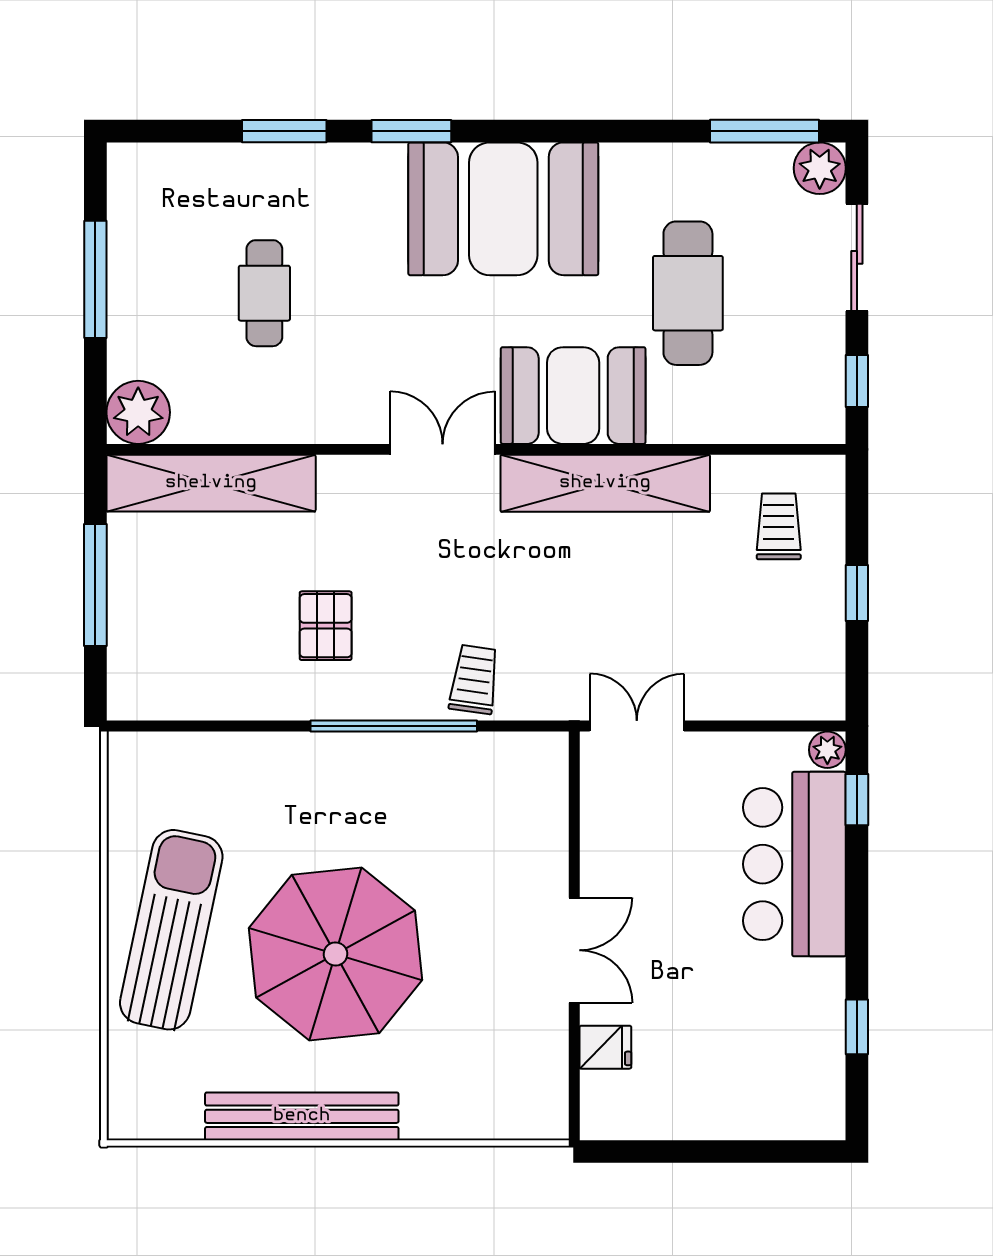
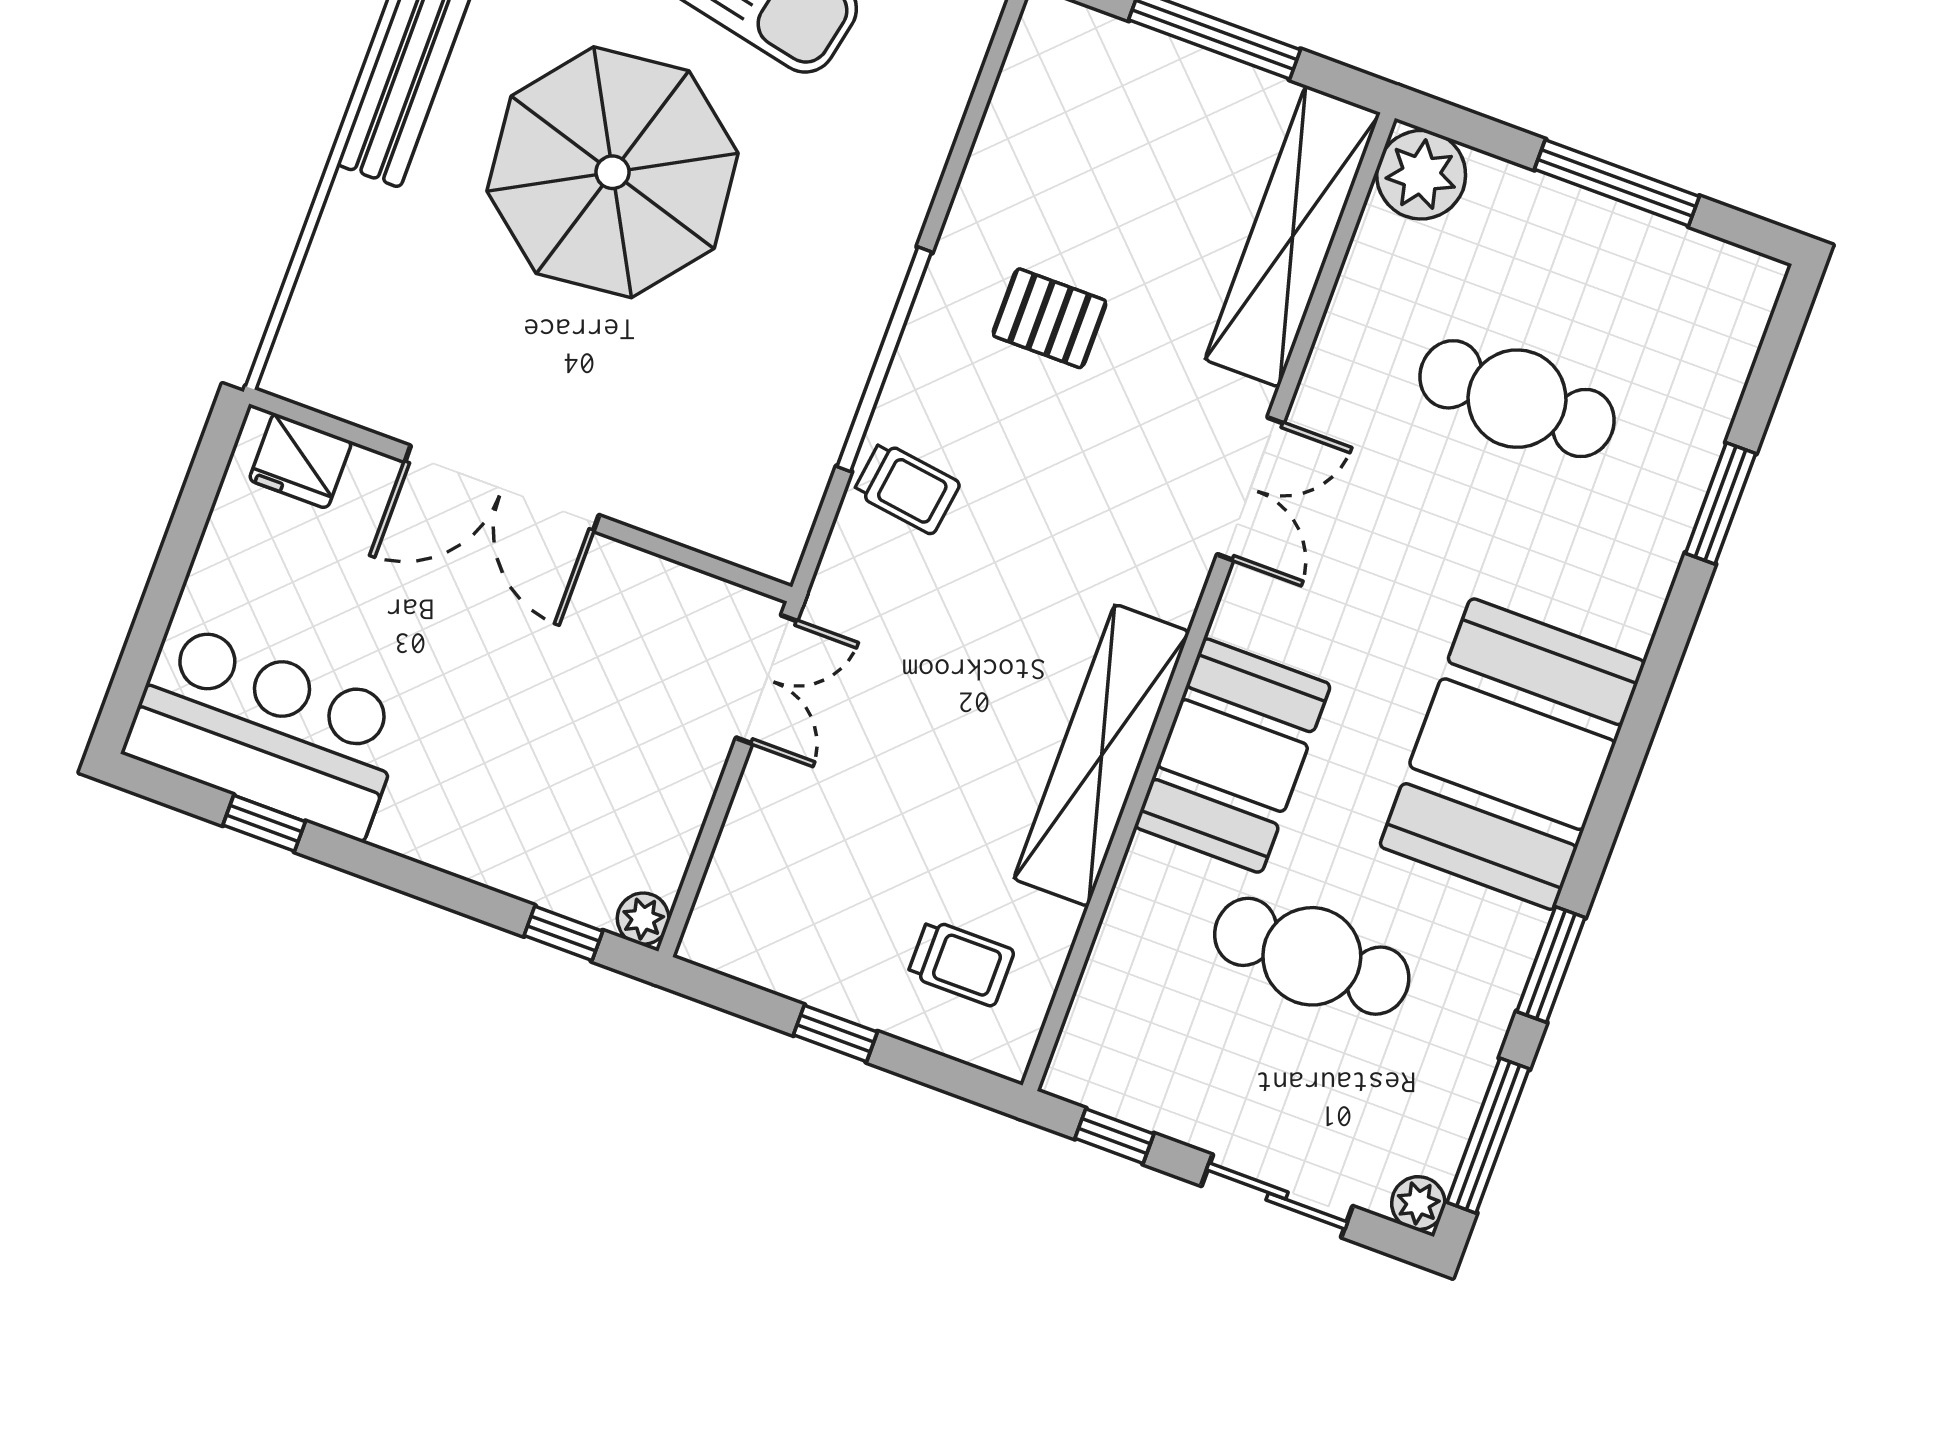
window: (411, 131) -> (1551, 965), moved
plant: (820, 168) -> (1418, 1203), width x0.73, depth x0.73
cafe table: (264, 293) -> (1517, 399), width x1.37, depth x1.35
double door: (443, 449) -> (1250, 489), moved
bar counter: (794, 864) -> (267, 731), moved
double door: (574, 950) -> (502, 488), width x1.37
fridge: (605, 1047) -> (300, 461), moved, width x1.38

